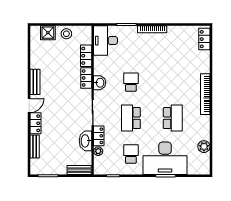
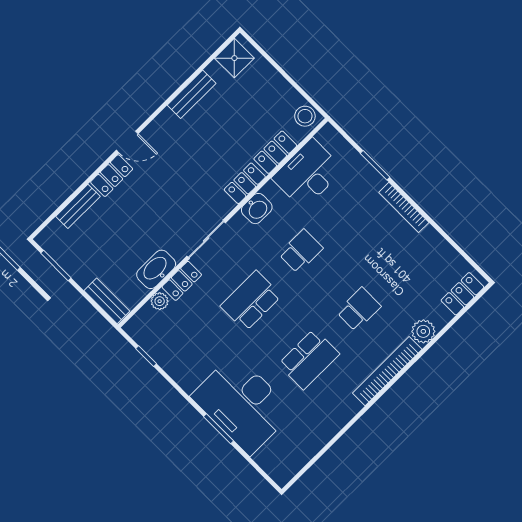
shower: (48, 33) -> (234, 58), moved
stool: (66, 34) -> (305, 116), moved
desk: (106, 41) -> (308, 174), moved
bench: (35, 82) -> (192, 94), moved
plant: (204, 147) -> (423, 331), moved
school desk: (131, 154) -> (359, 309), moved

